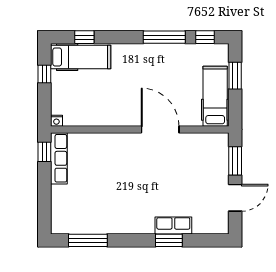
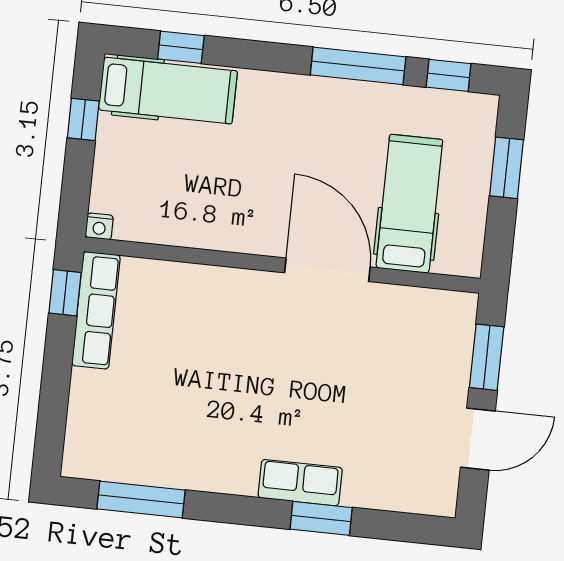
hospital bed: (215, 96) -> (409, 204), moved
row of seats: (173, 226) -> (300, 483), moved

